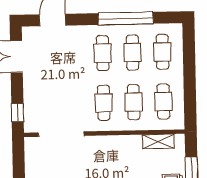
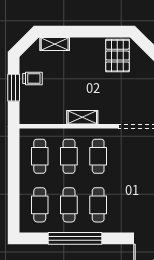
shelving: (158, 141) -> (82, 117), moved

